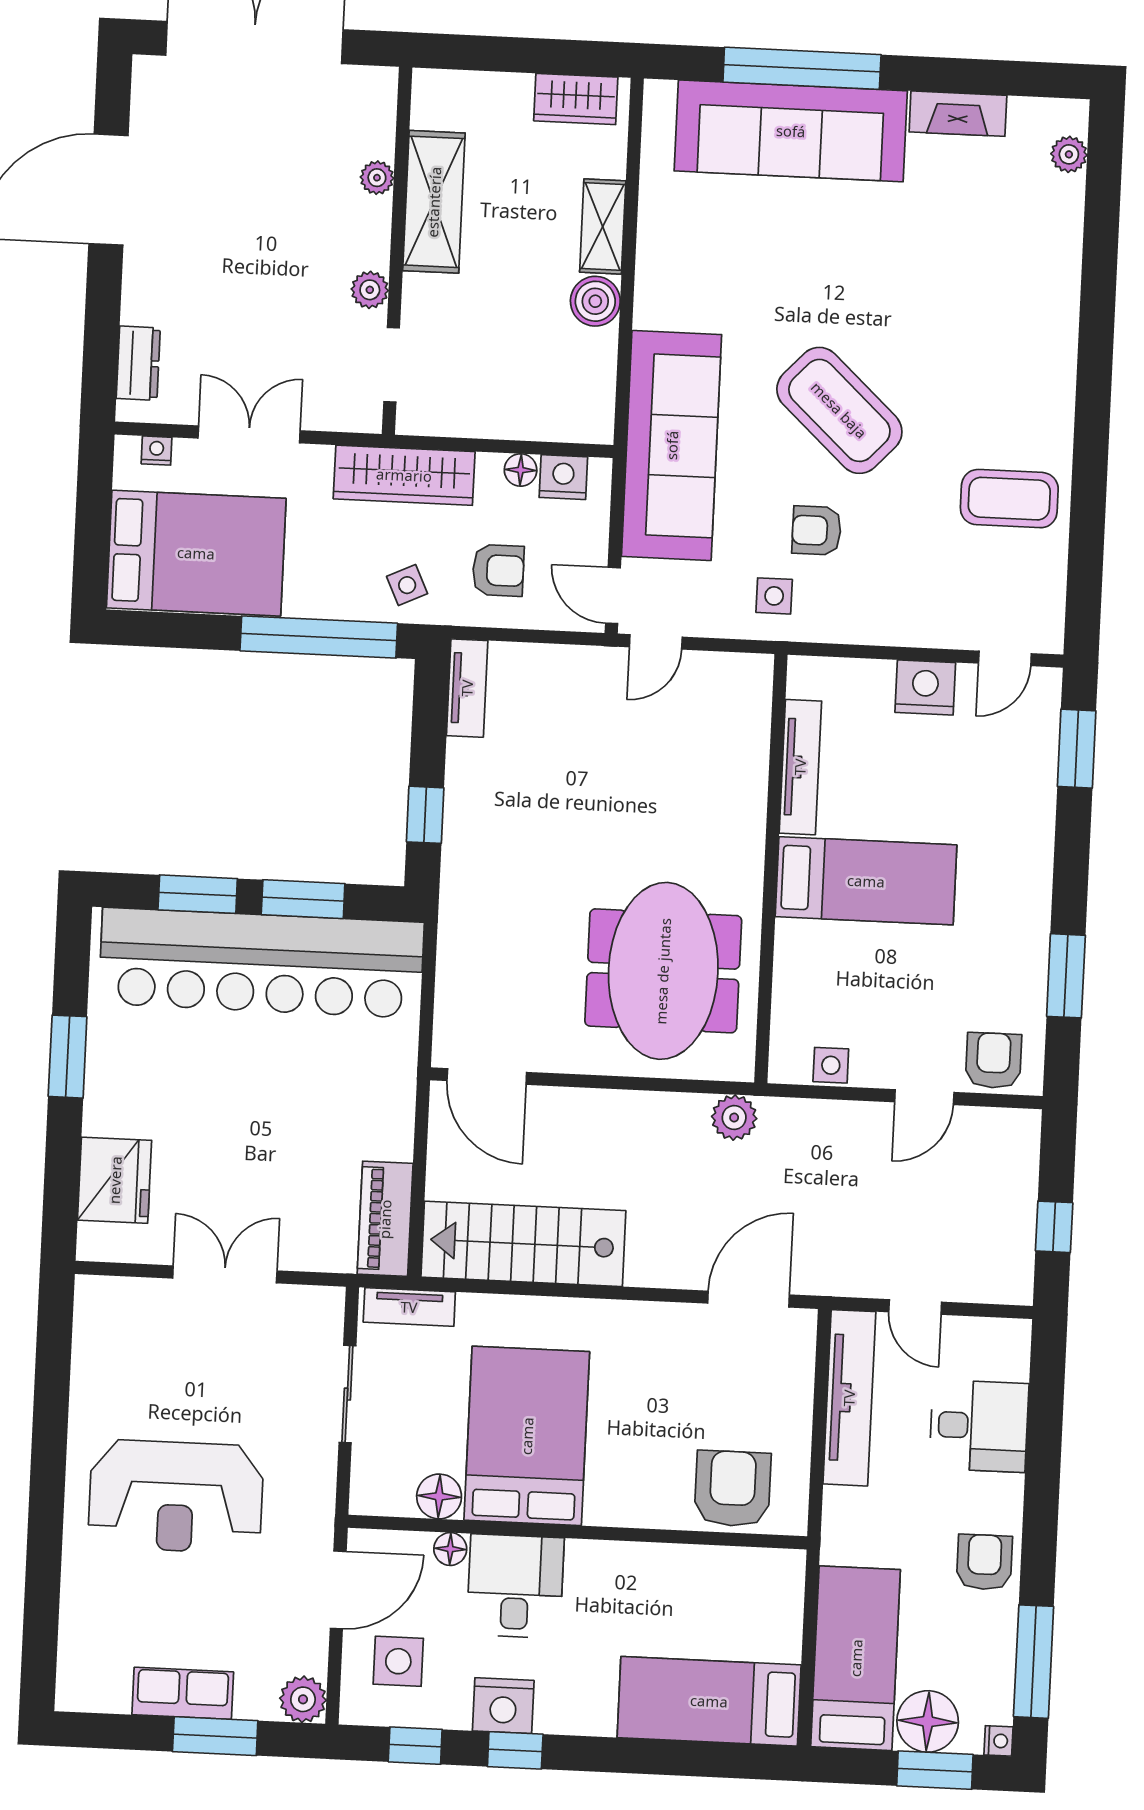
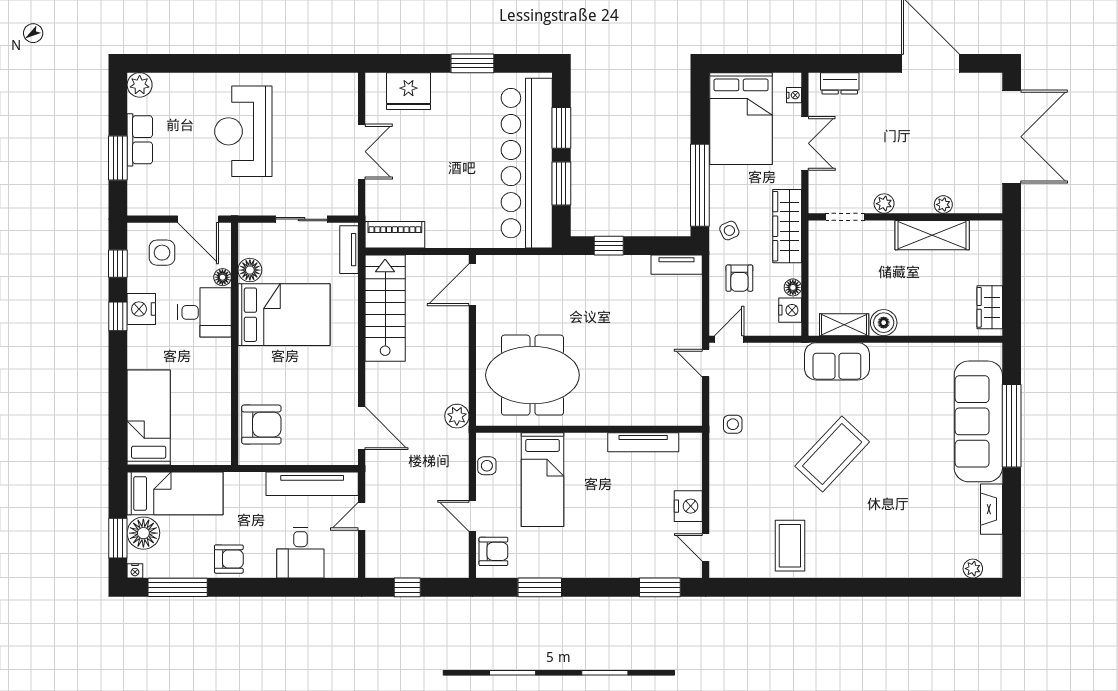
shelving: (603, 226) -> (844, 325), moved
sofa: (672, 445) -> (837, 361), width x0.54, depth x0.79
armchair: (817, 530) -> (768, 445), removed
bed: (866, 881) -> (543, 480), moved
plant: (303, 1699) -> (140, 85), moved

